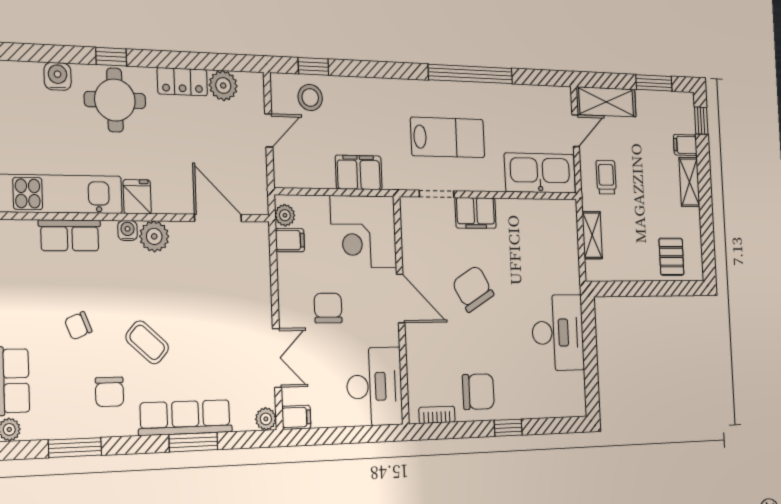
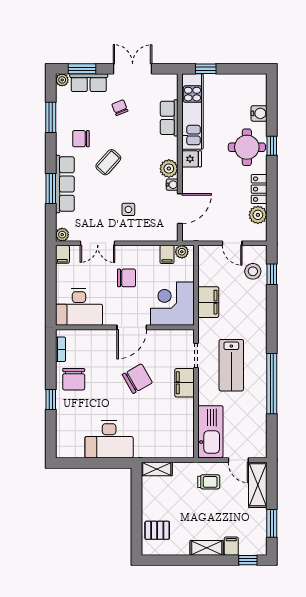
water cooler: (128, 230) -> (172, 185), moved
shelving: (592, 235) -> (157, 469), moved
side table: (222, 306) -> (128, 209), added
chair: (78, 326) -> (120, 108), moved

